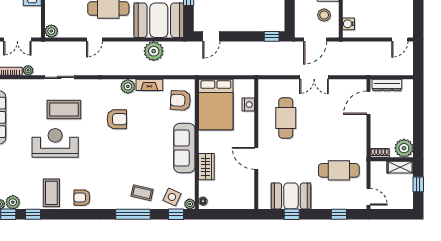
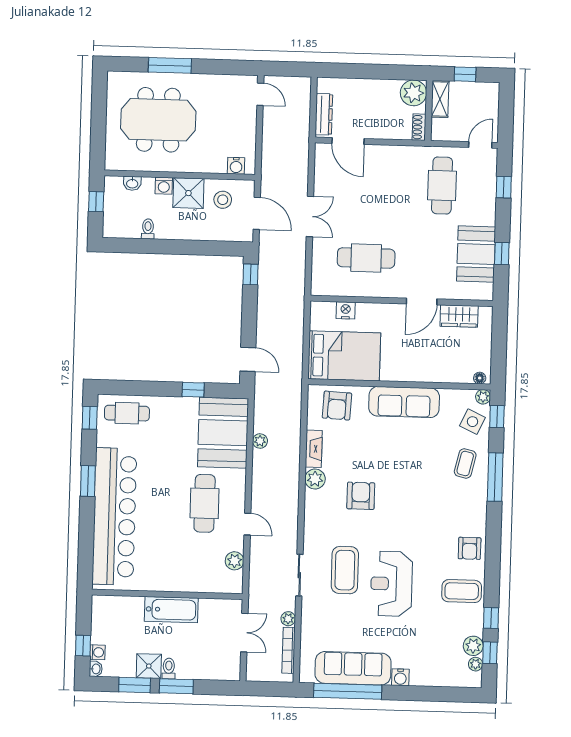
plant: (51, 31) -> (235, 561), moved
plant: (154, 51) -> (260, 441), width x0.53, depth x0.53
wardrobe: (206, 167) -> (459, 316), moved, turned 180

